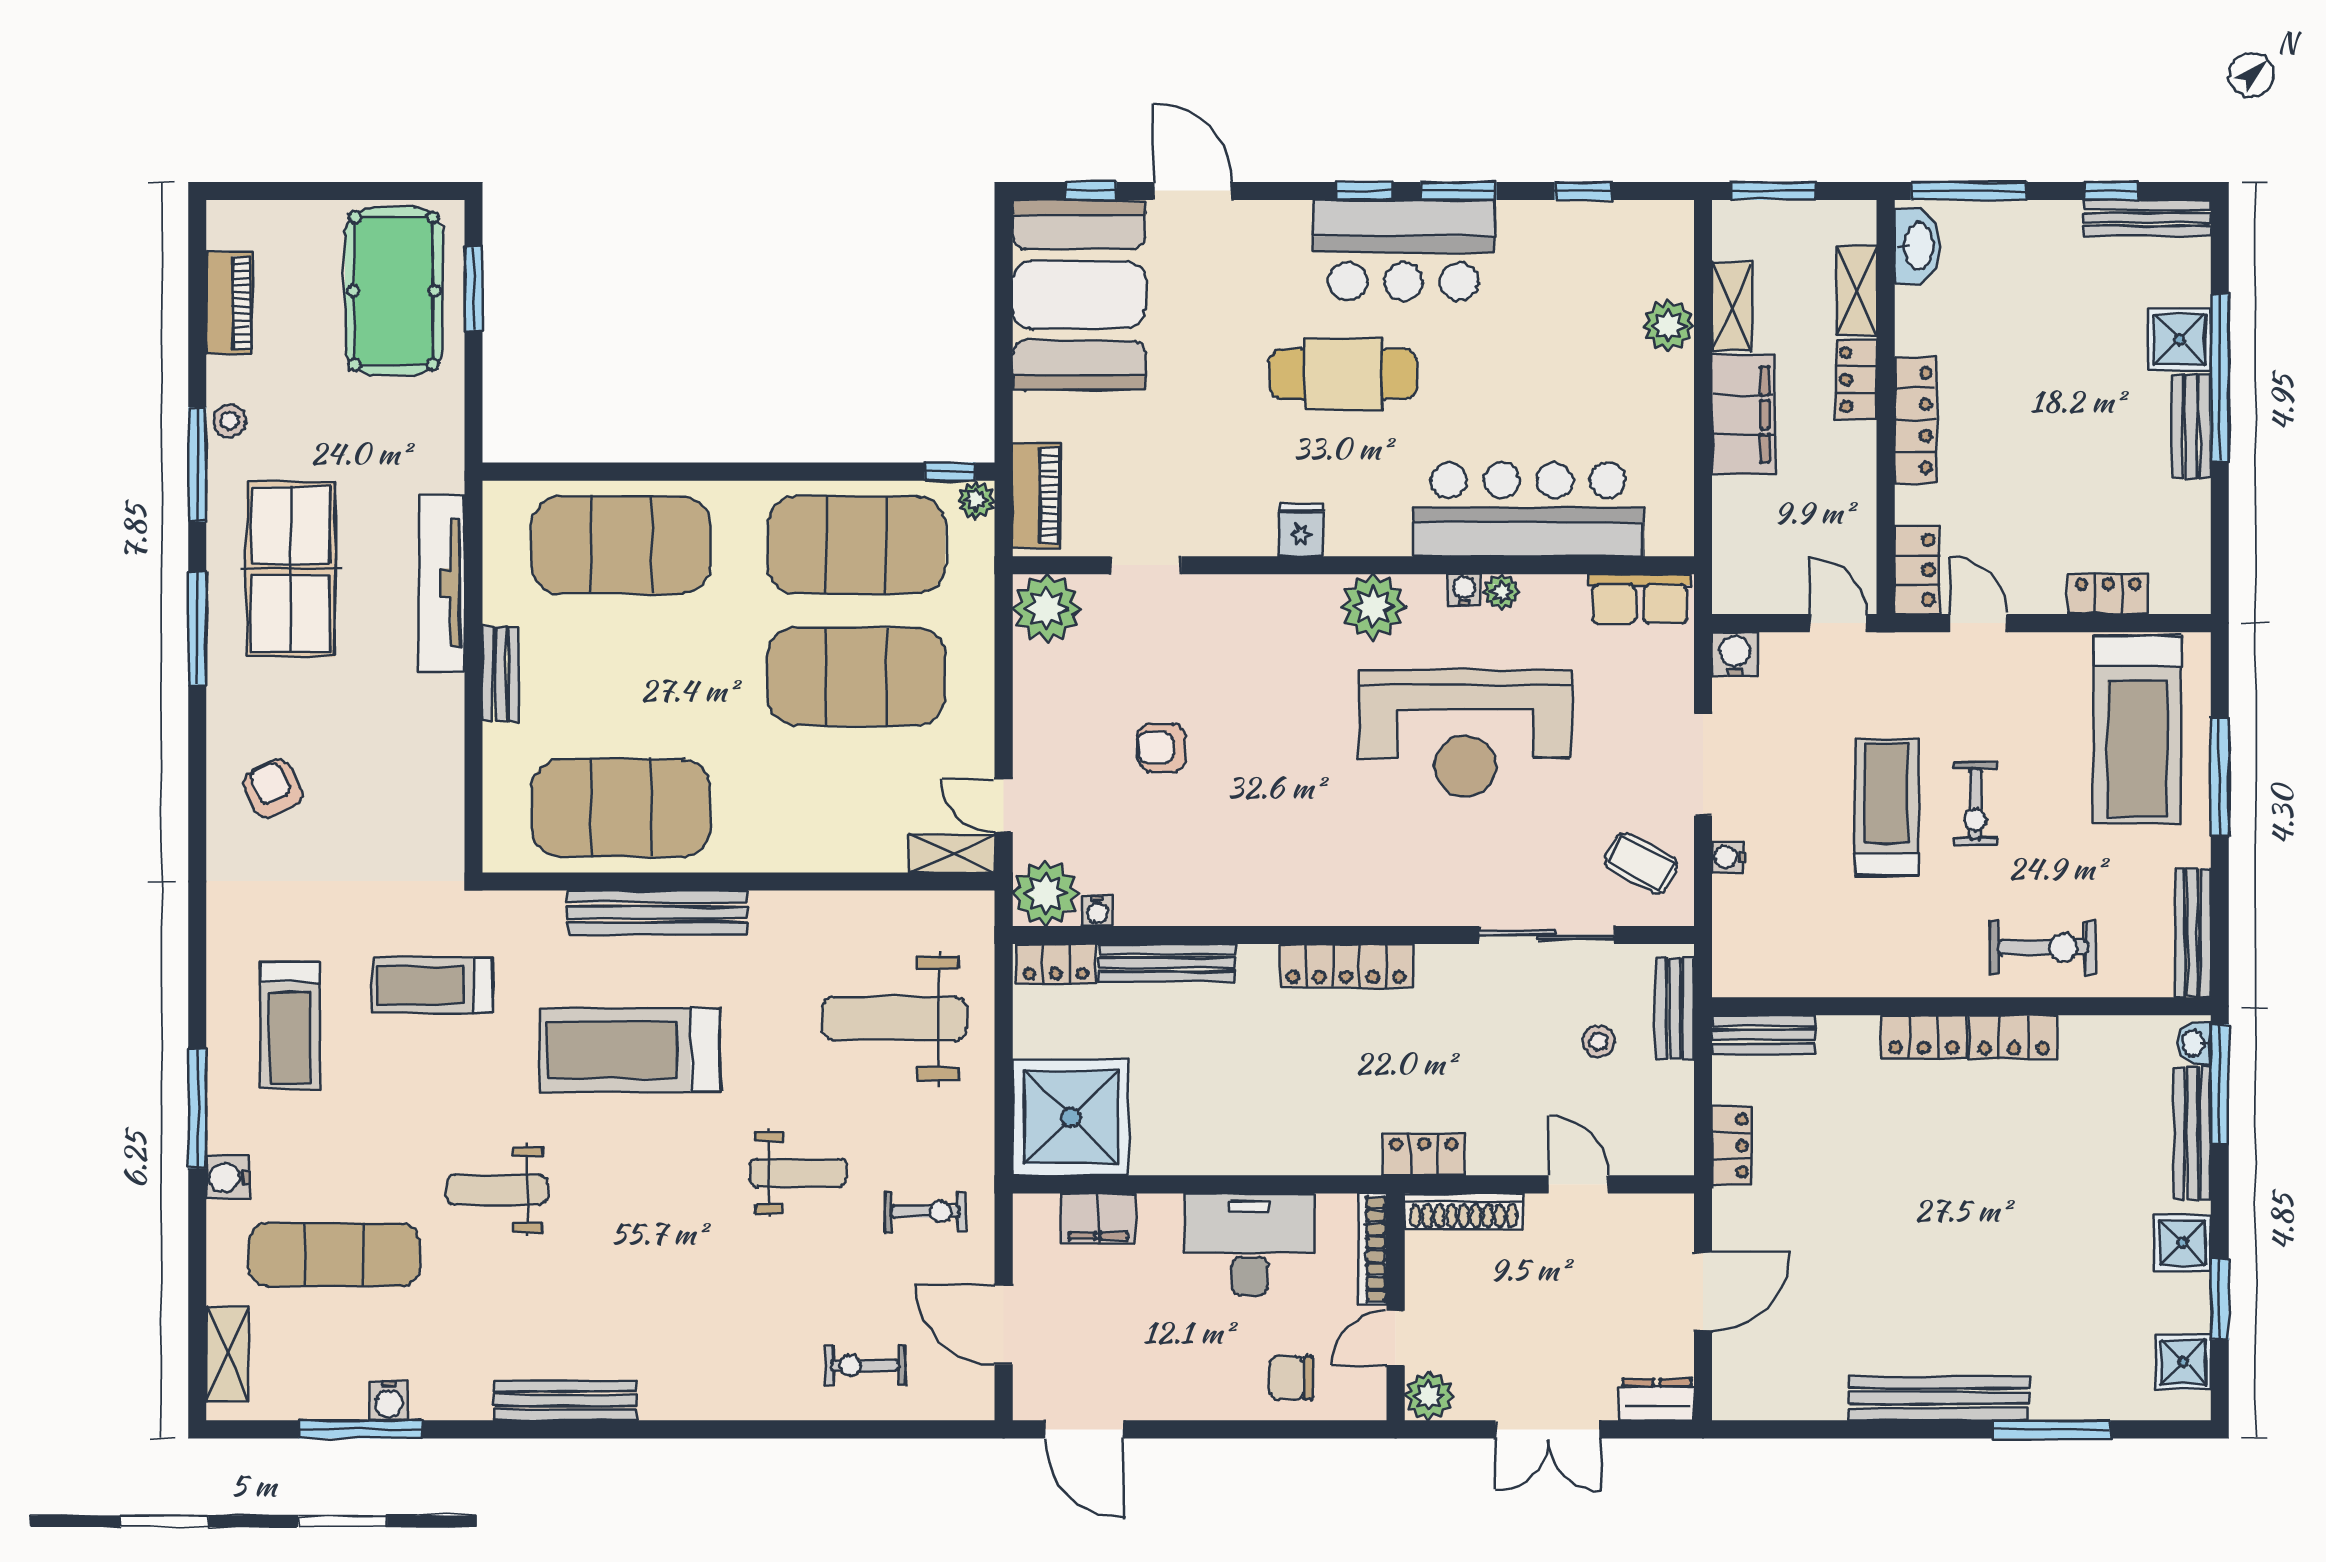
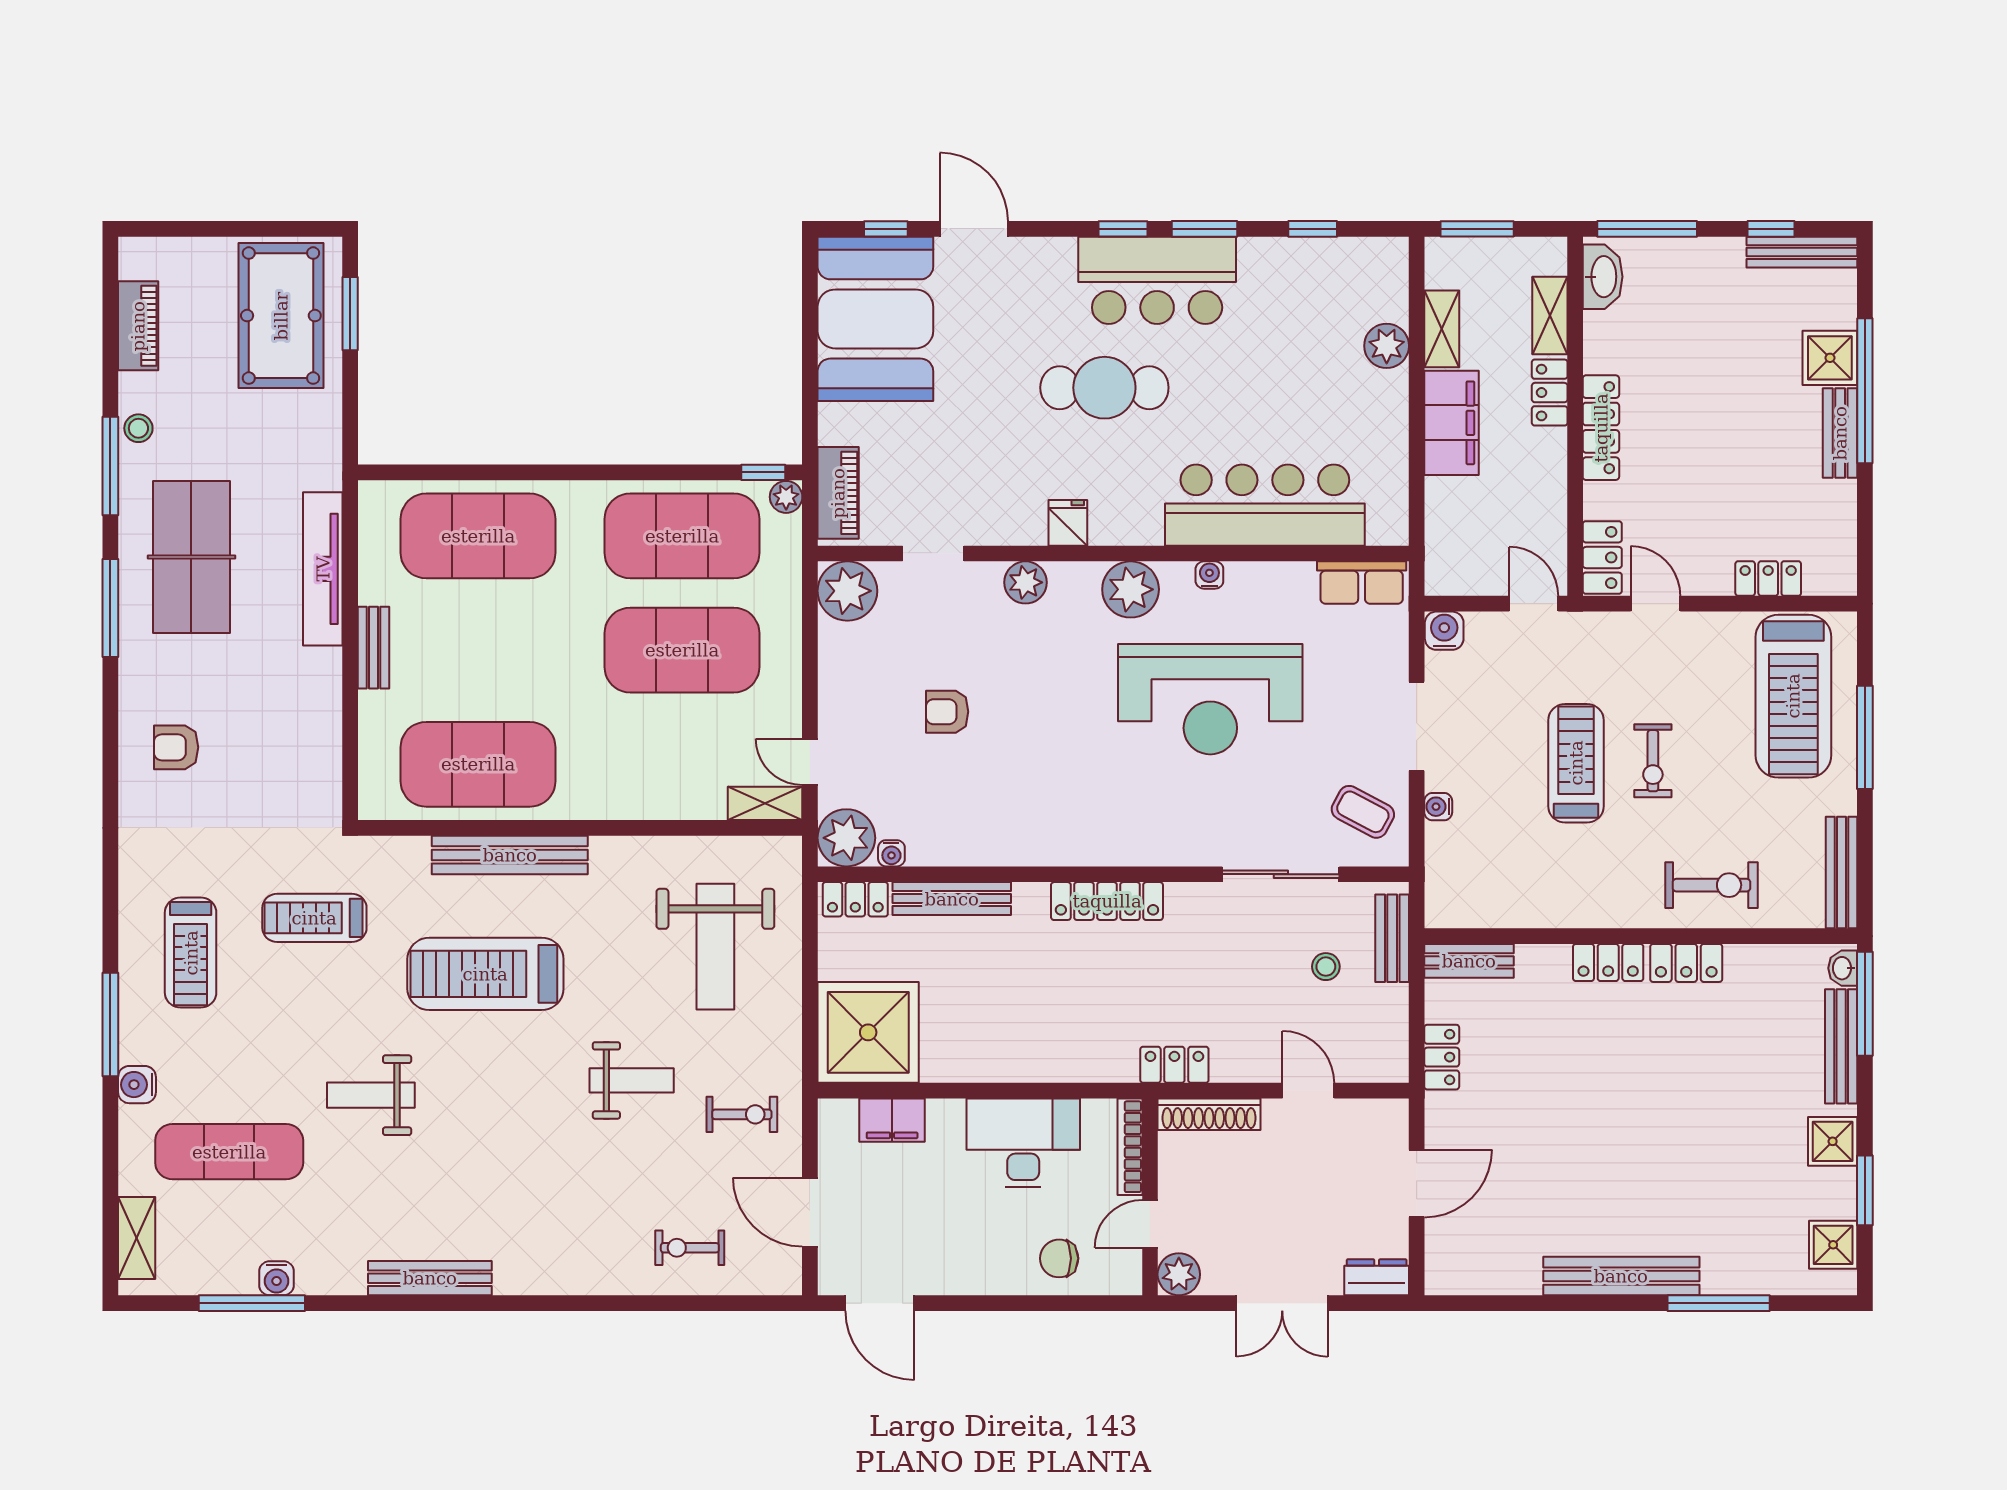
plant: (1501, 592) -> (1025, 582), moved, width x1.38, depth x1.38
armchair: (273, 789) -> (176, 747), turned -64
weight bench: (895, 1018) -> (715, 947), turned -90

